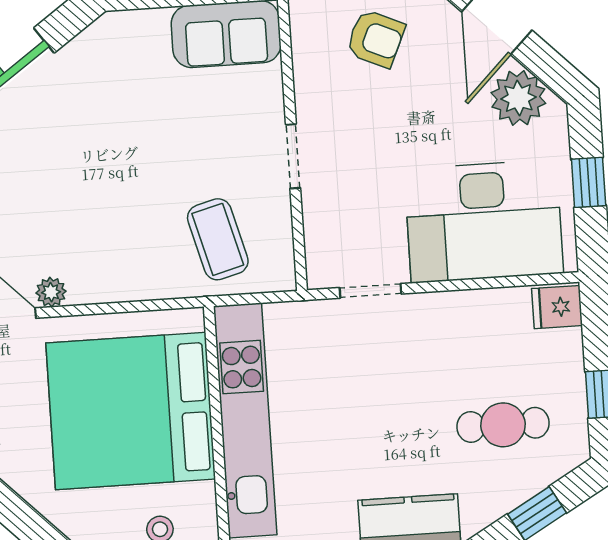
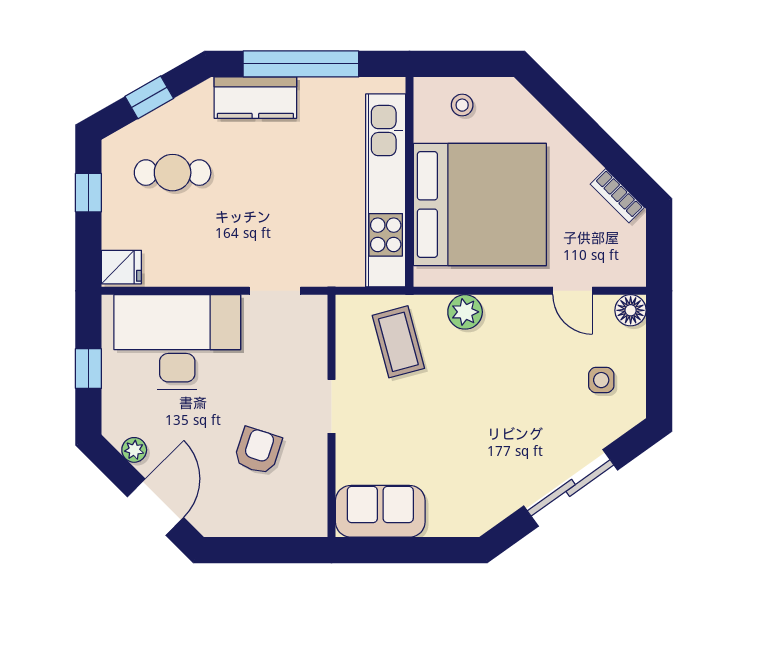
armchair: (376, 39) -> (258, 451), moved, turned 84
plant: (518, 98) -> (134, 450), width x0.53, depth x0.53
plant: (51, 292) -> (465, 312), moved, width x1.38, depth x1.38

